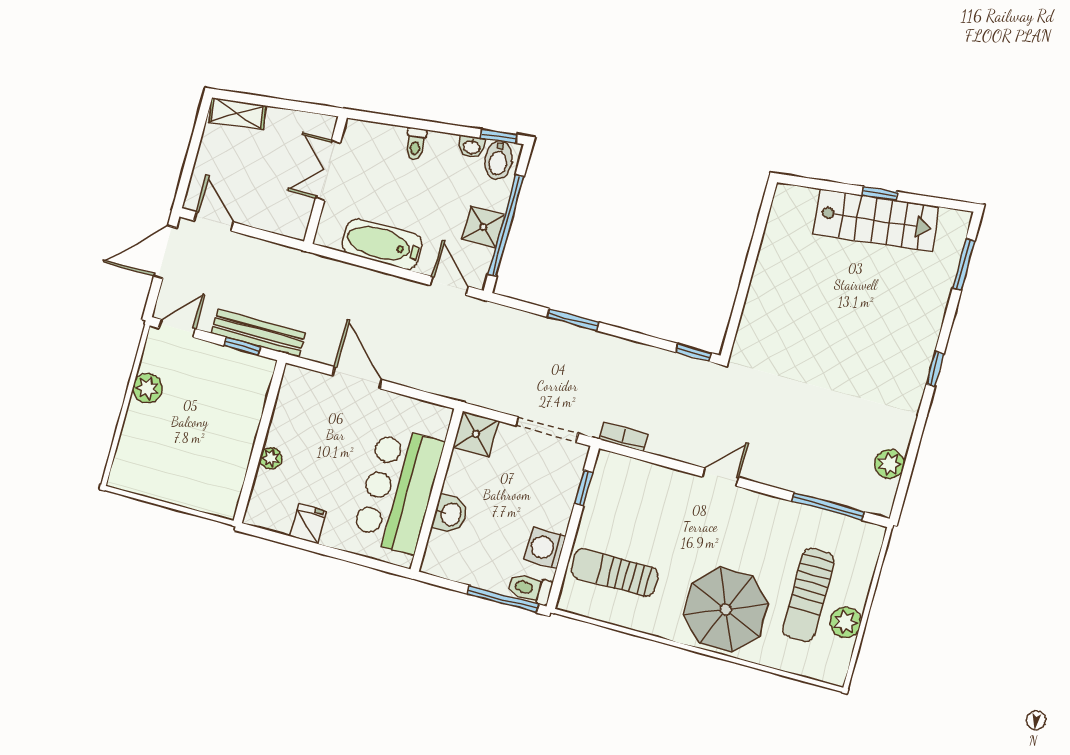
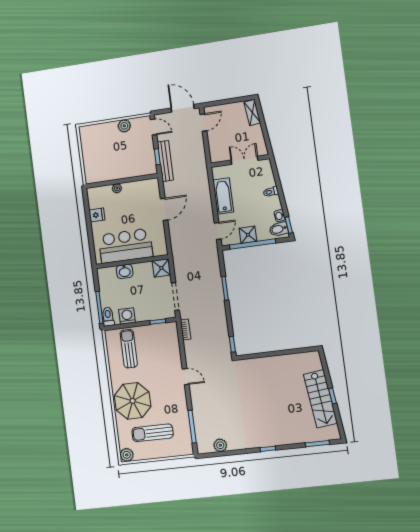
plant: (846, 622) -> (127, 455), moved

